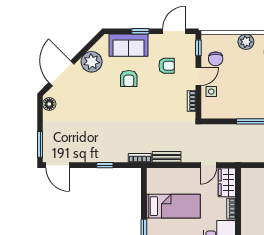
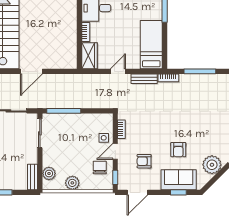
window: (140, 31) -> (178, 192), moved
armchair: (129, 79) -> (178, 150), turned 180
window: (105, 165) -> (200, 71), width x2.17
door: (208, 165) -> (118, 71), moved
bed: (173, 206) -> (151, 45), moved, turned 90

